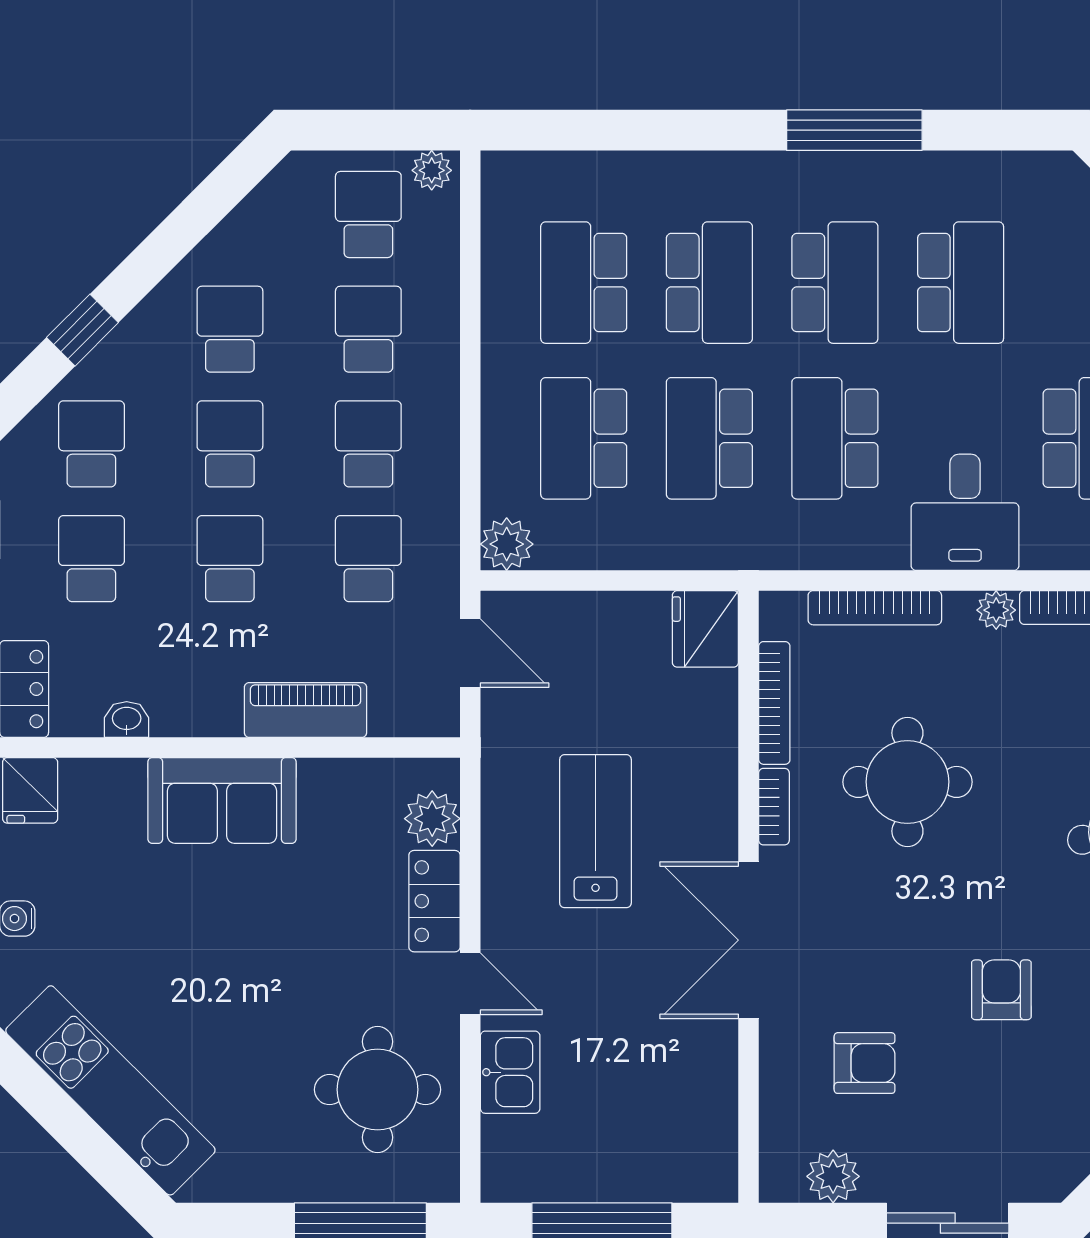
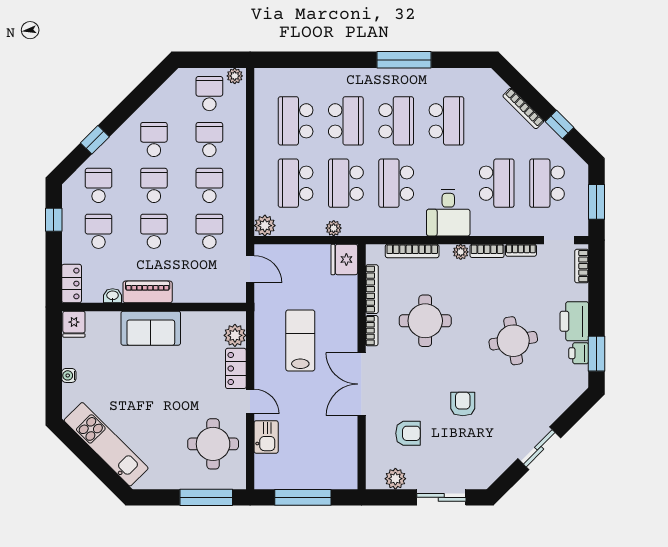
plant: (679, 551) -> (334, 228), added
piano: (306, 710) -> (148, 292), moved

